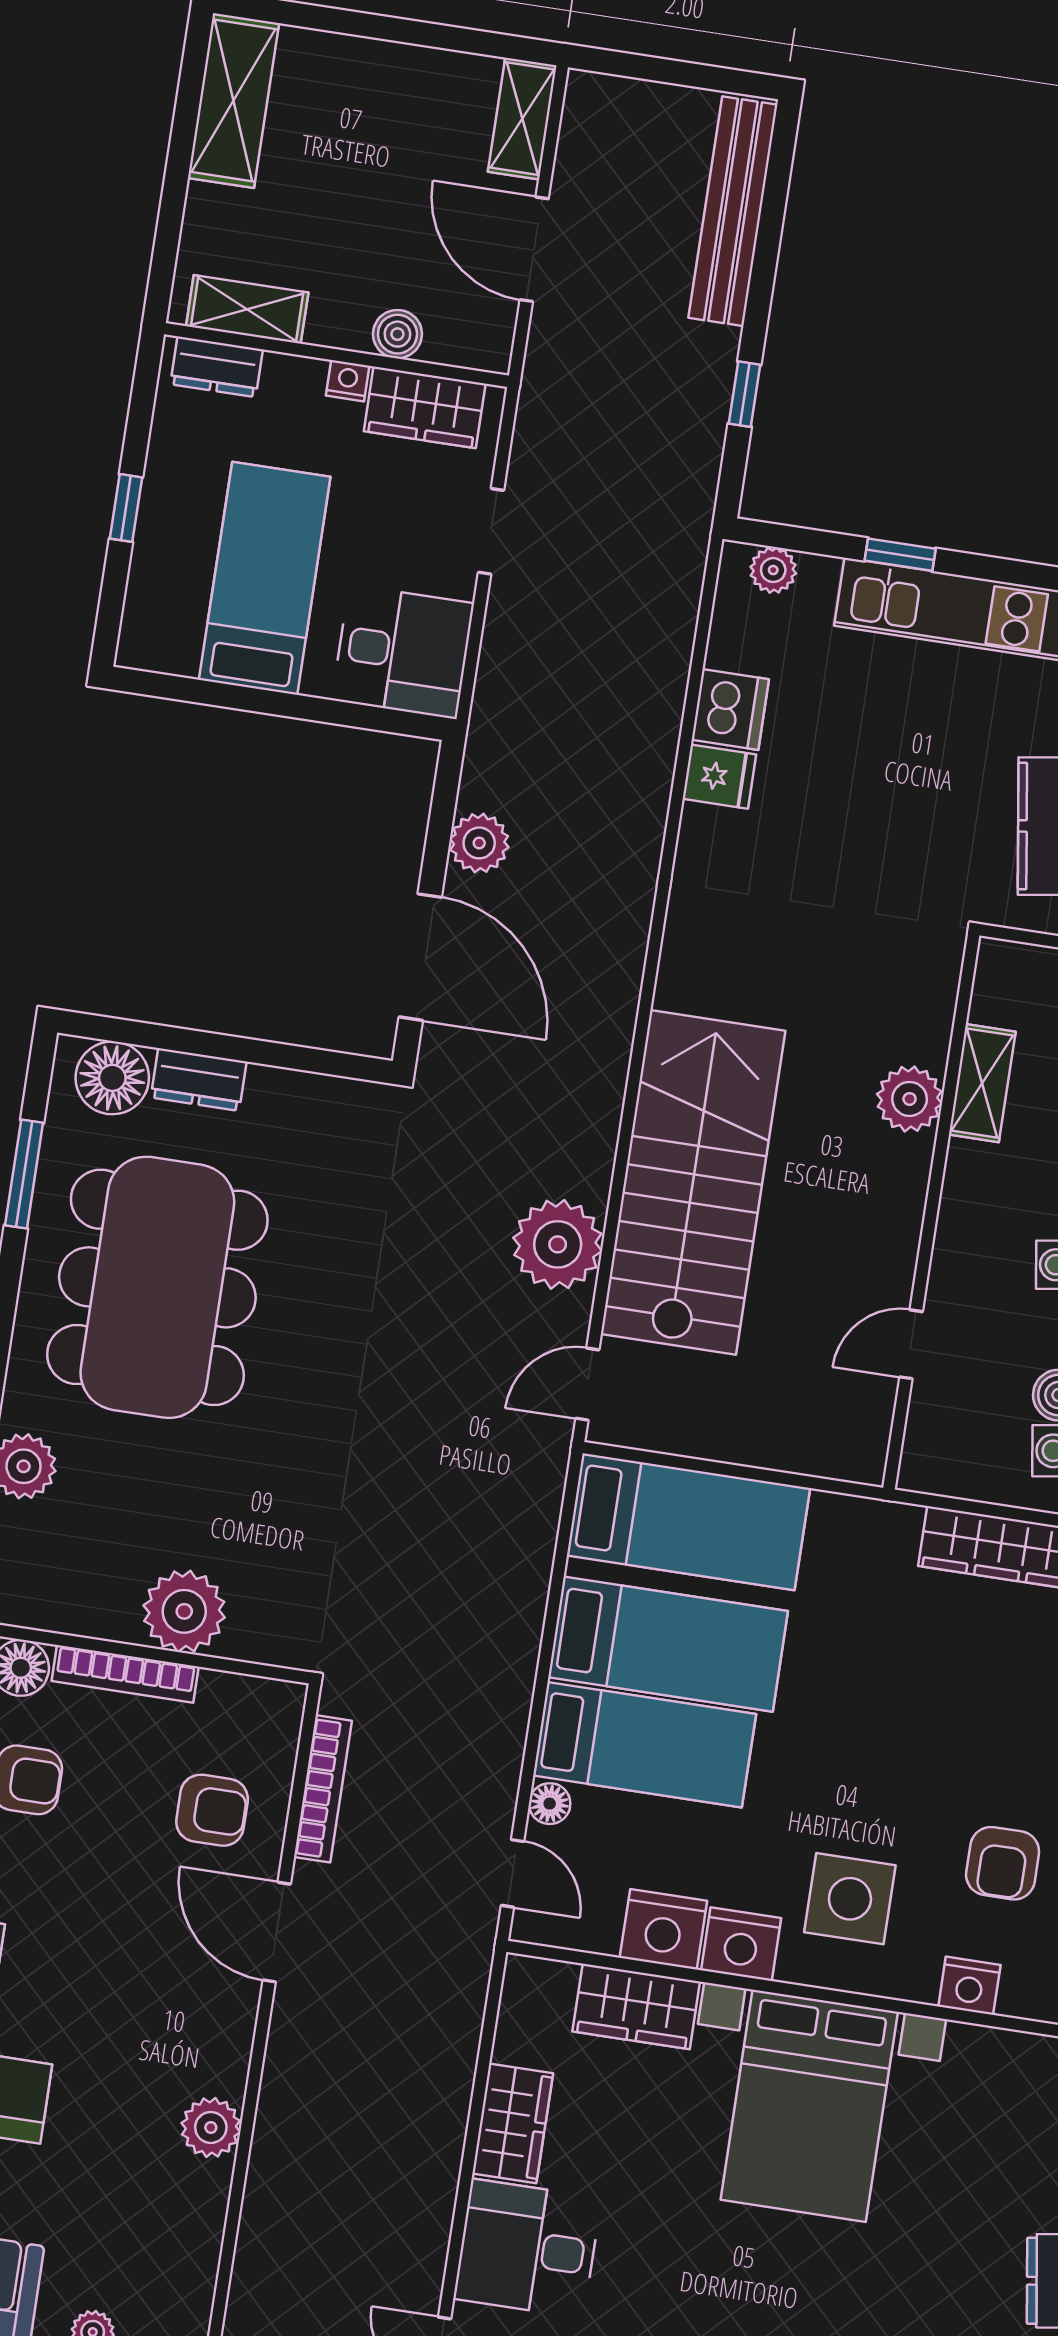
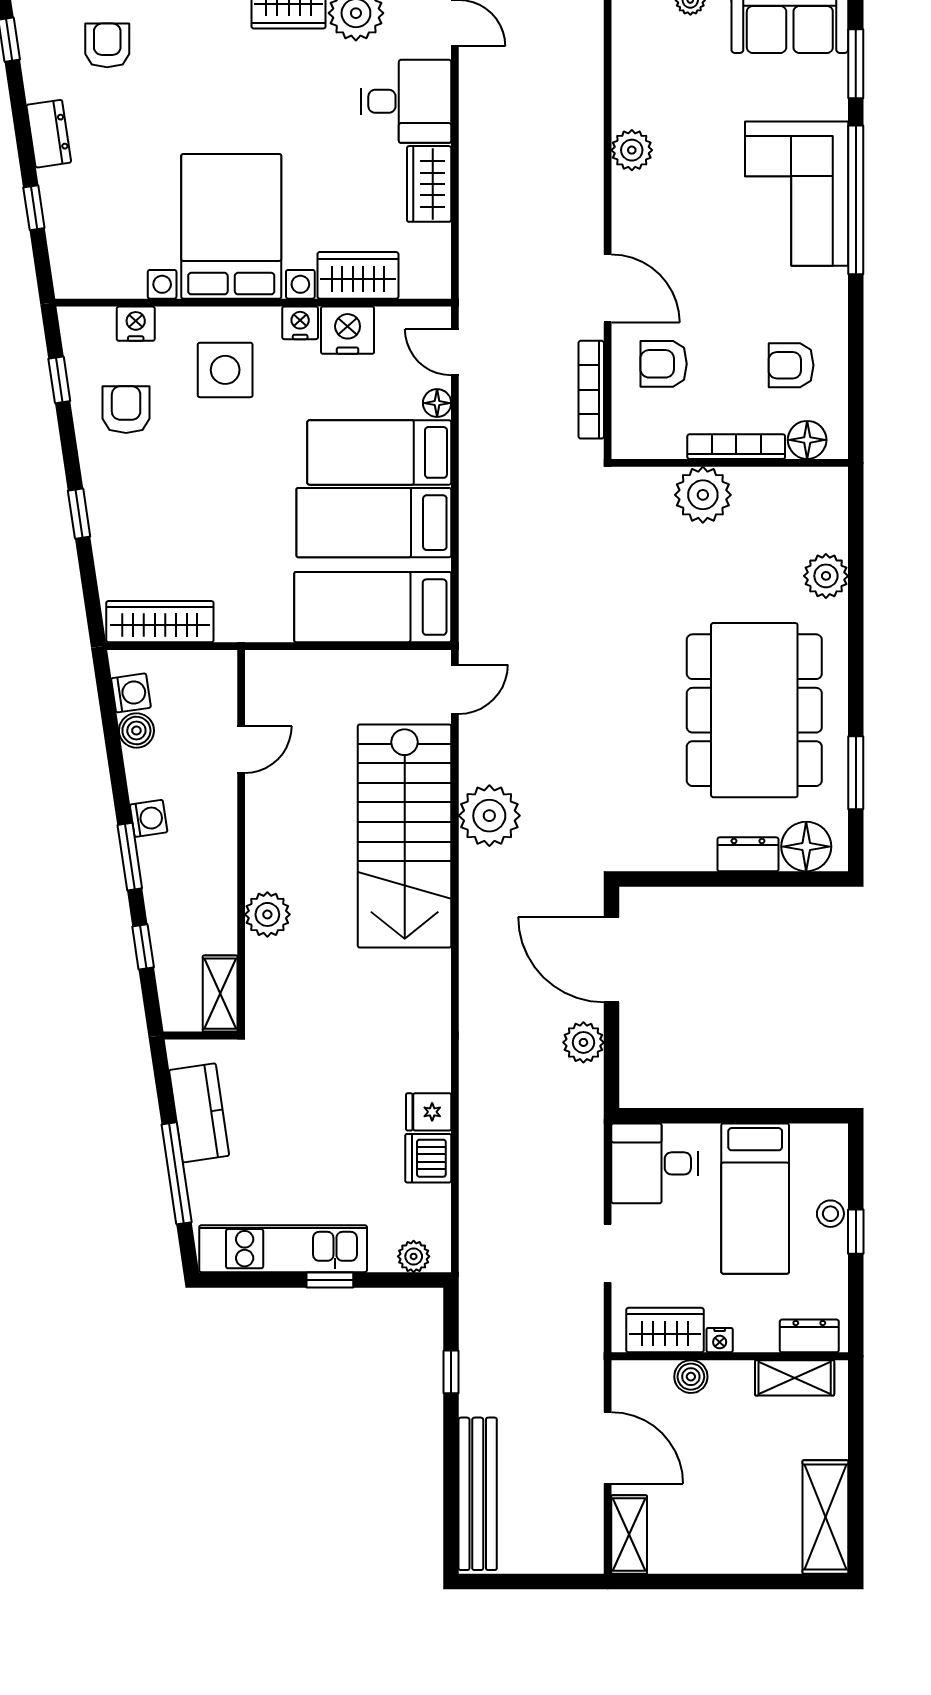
stool: (159, 540) -> (830, 1214), added
shelving: (982, 1083) -> (220, 994), moved
plant: (558, 1244) -> (489, 816), moved
nightstand: (741, 1944) -> (300, 323), width x0.74, depth x0.75

